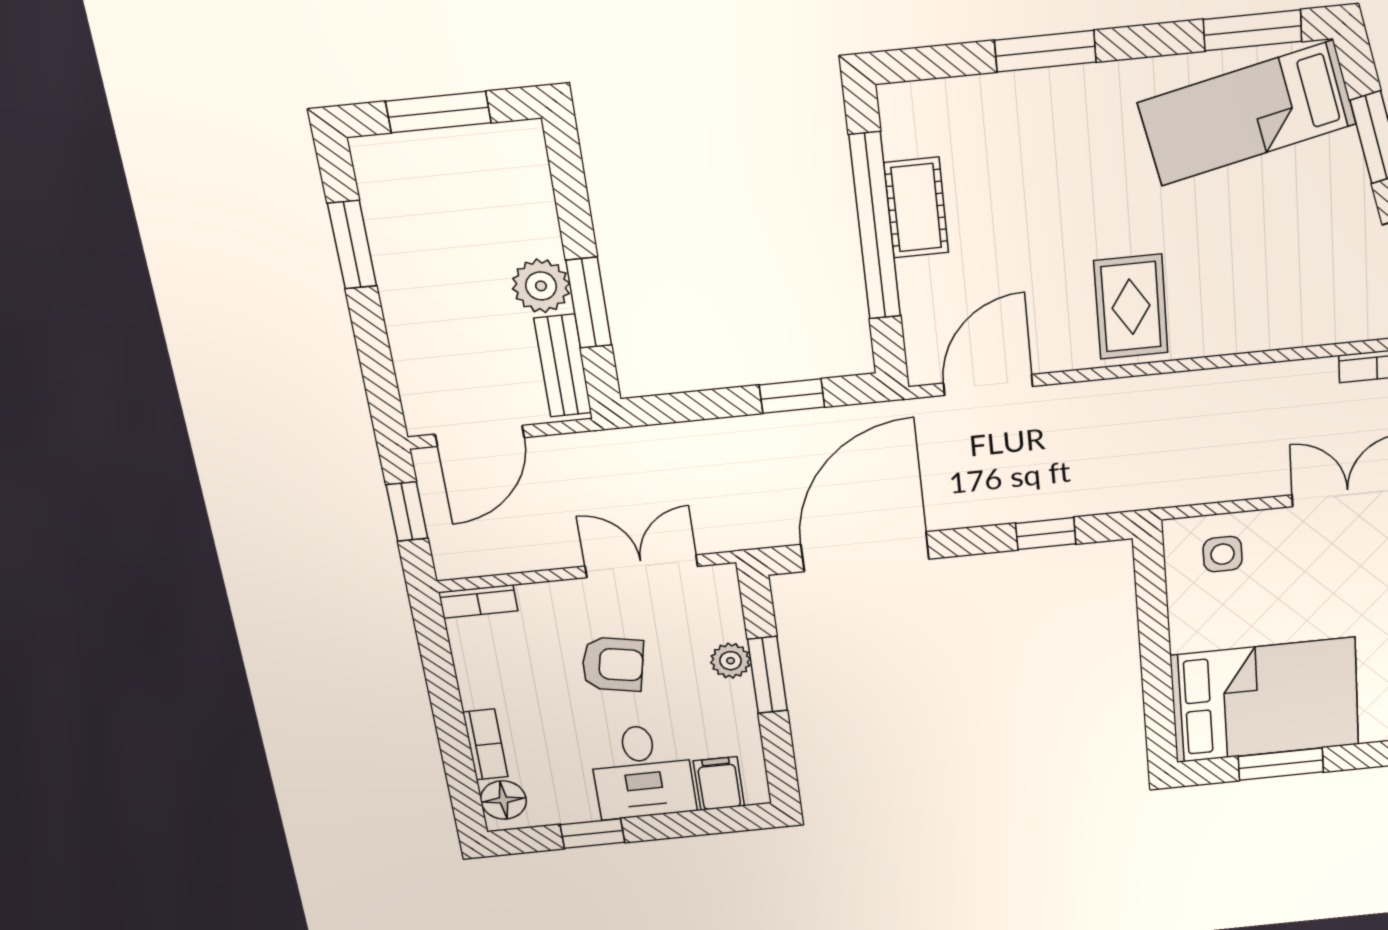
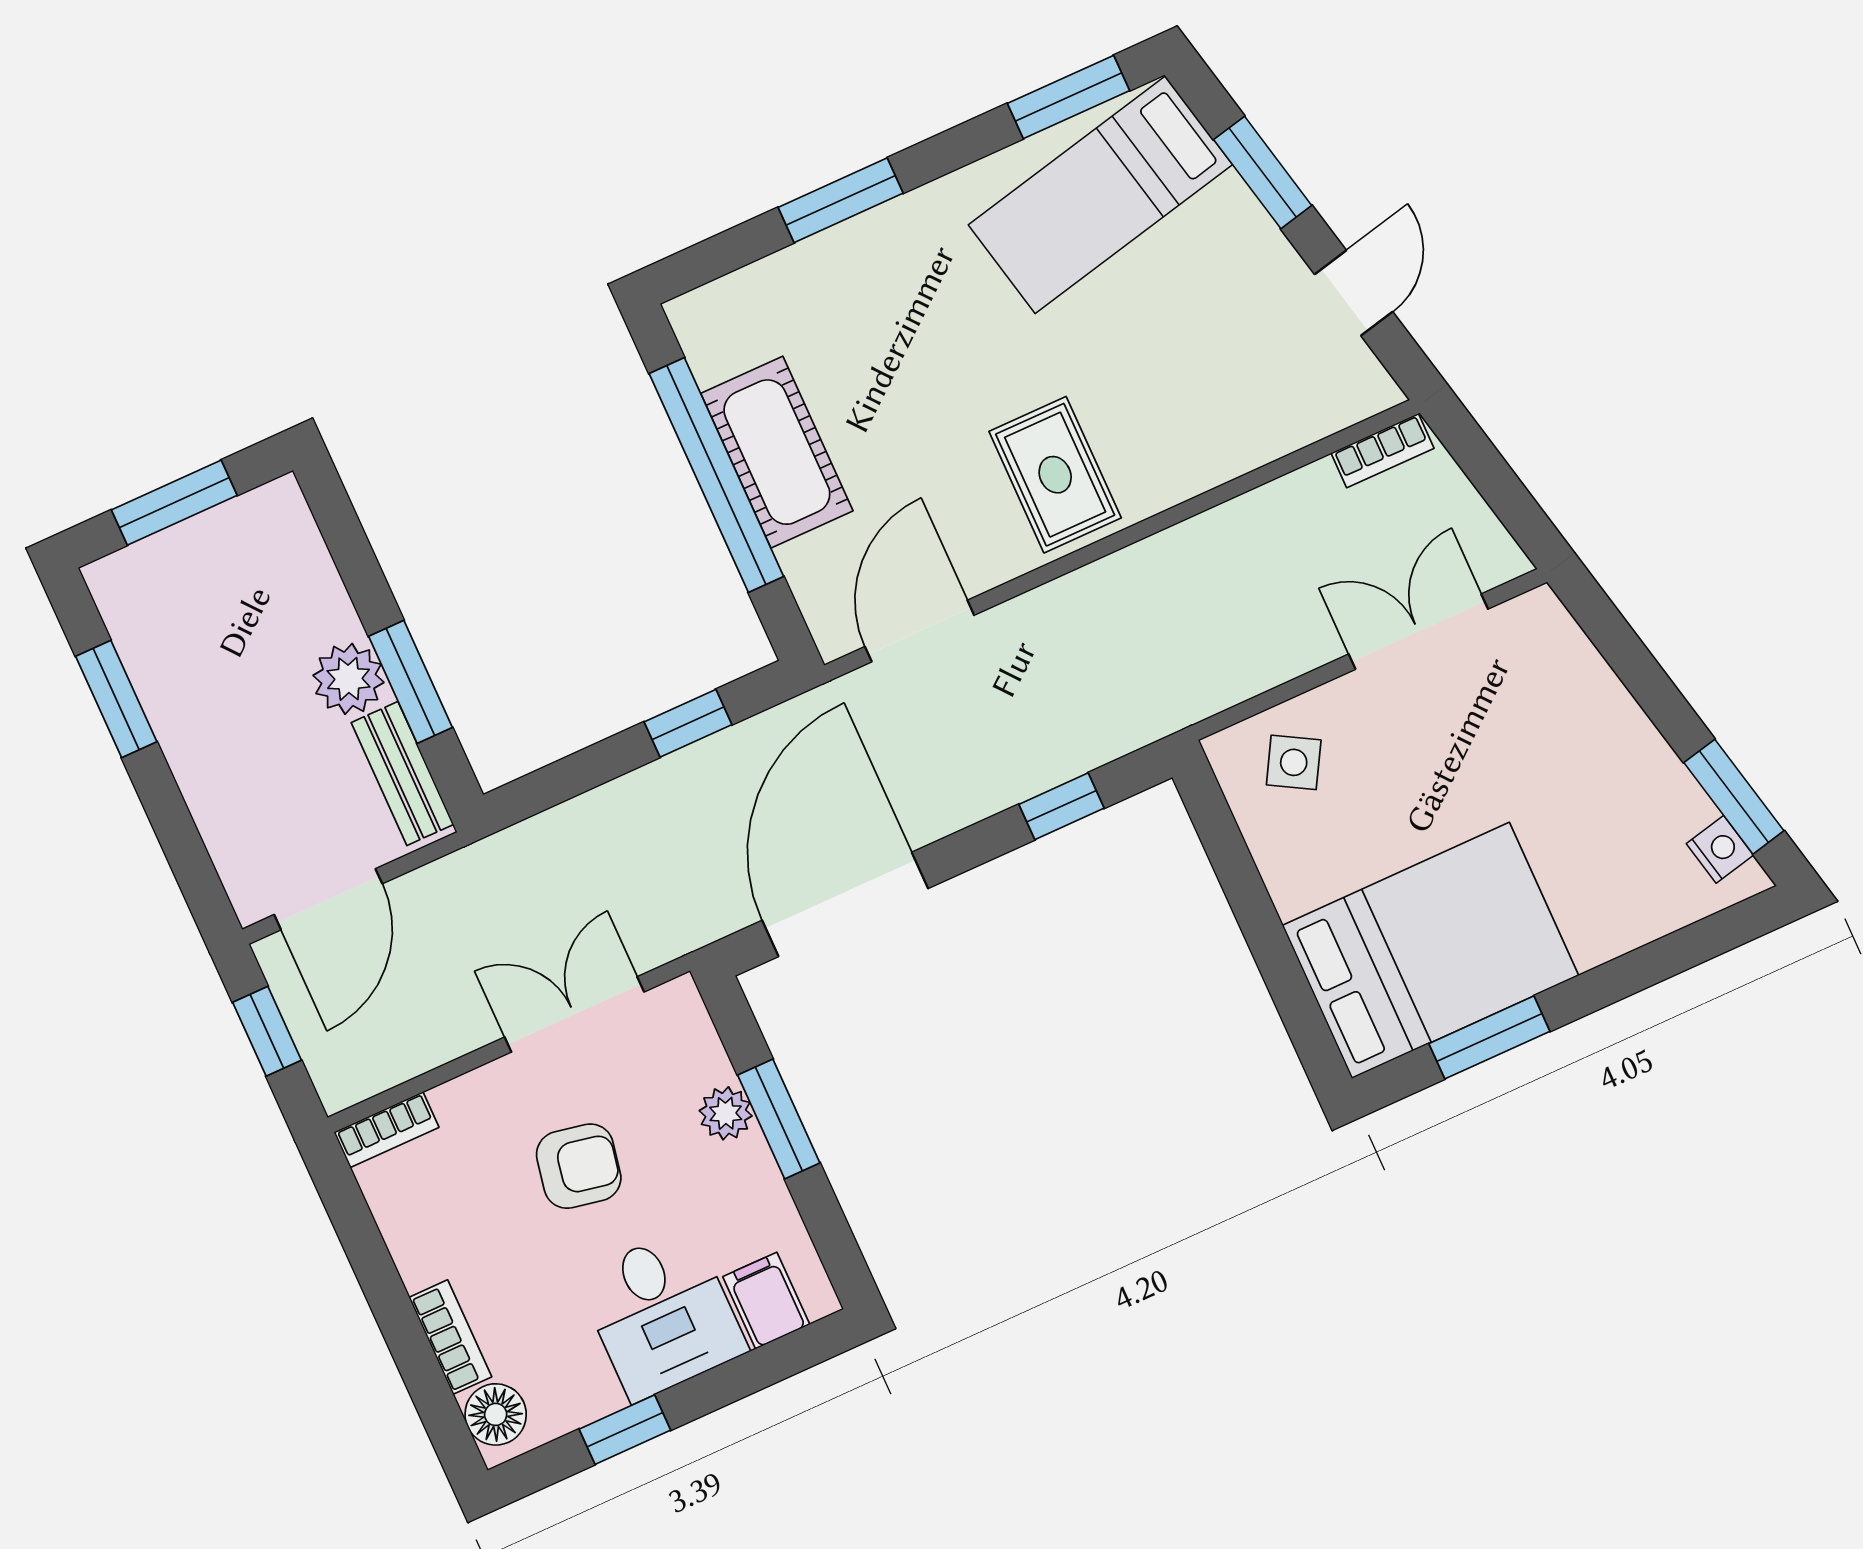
cot: (916, 208) -> (777, 452), width x1.37, depth x1.34
side table: (1223, 554) -> (1294, 762), turned 30

